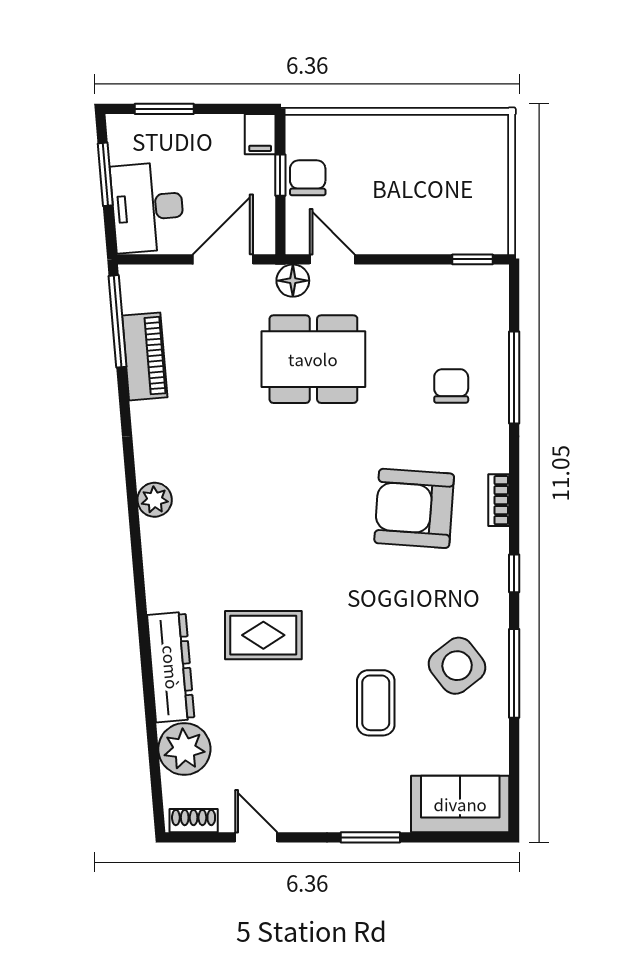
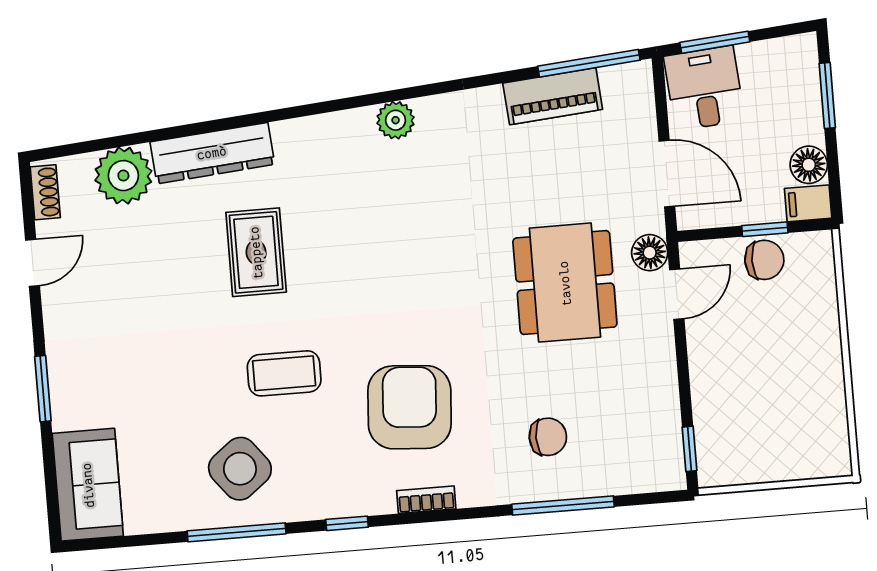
floor lamp: (225, 131) -> (809, 165), added
window: (105, 174) -> (715, 42), moved
desk: (148, 207) -> (704, 88), width x0.73
coffee table: (376, 703) -> (284, 373), moved

